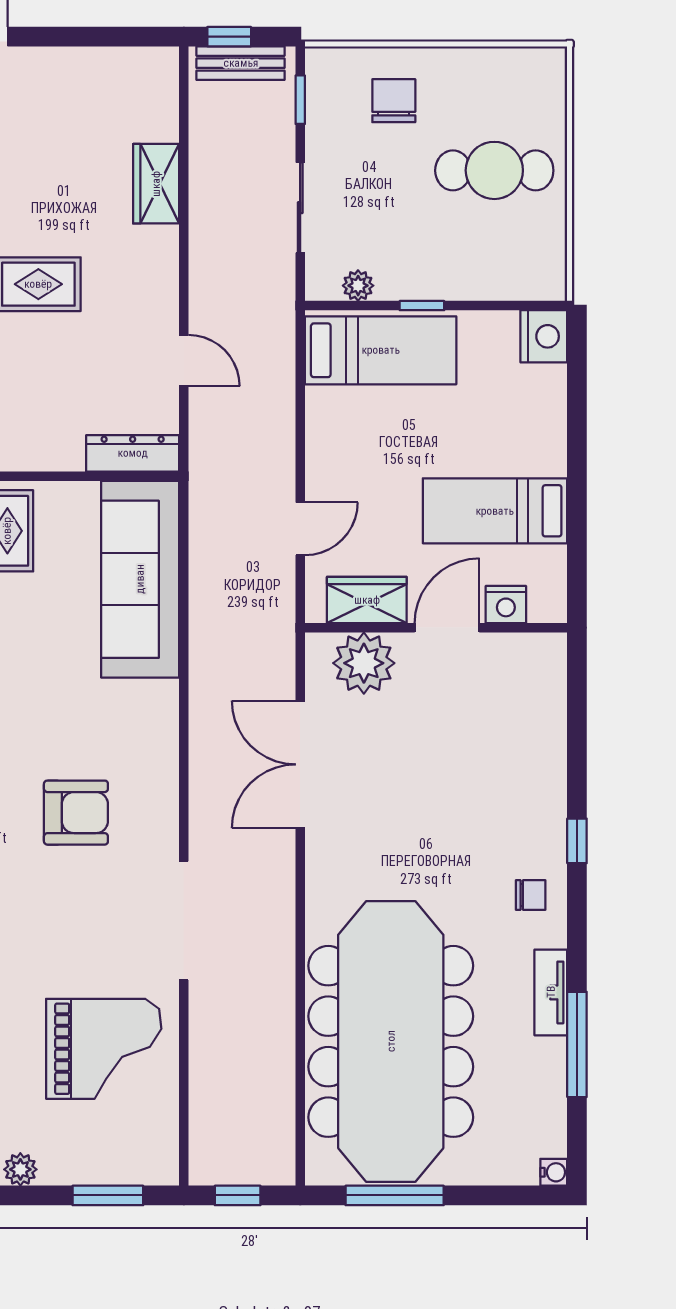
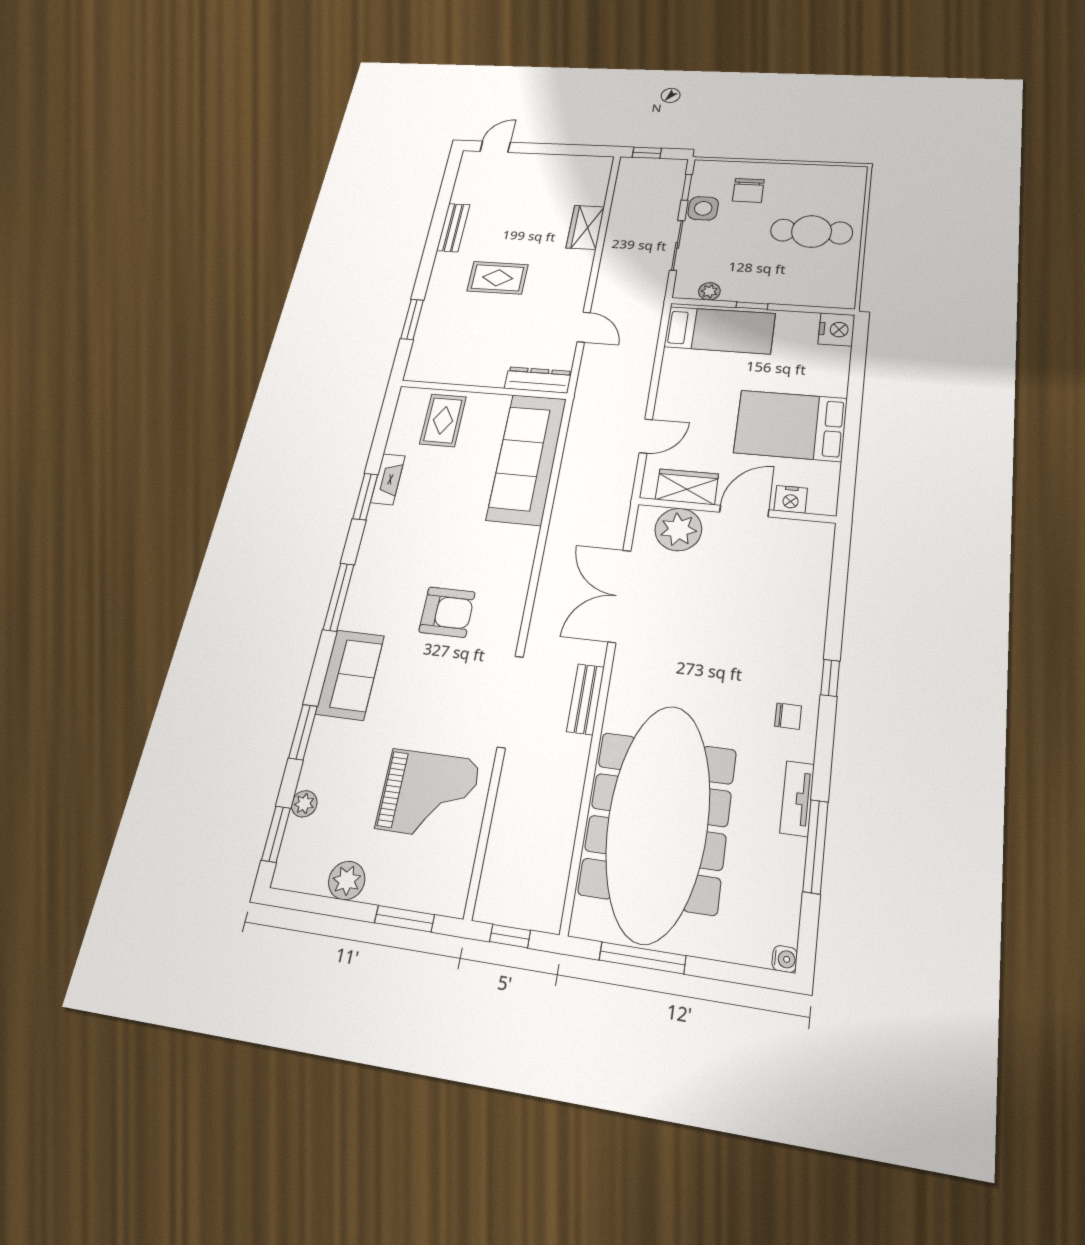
bench: (241, 63) -> (585, 699), moved, turned 90
chair: (394, 101) -> (748, 190), turned 180
side table: (330, 138) -> (703, 208), added
bed: (495, 511) -> (791, 426), width x1.50
plant: (20, 1169) -> (347, 880), width x1.38, depth x1.38

